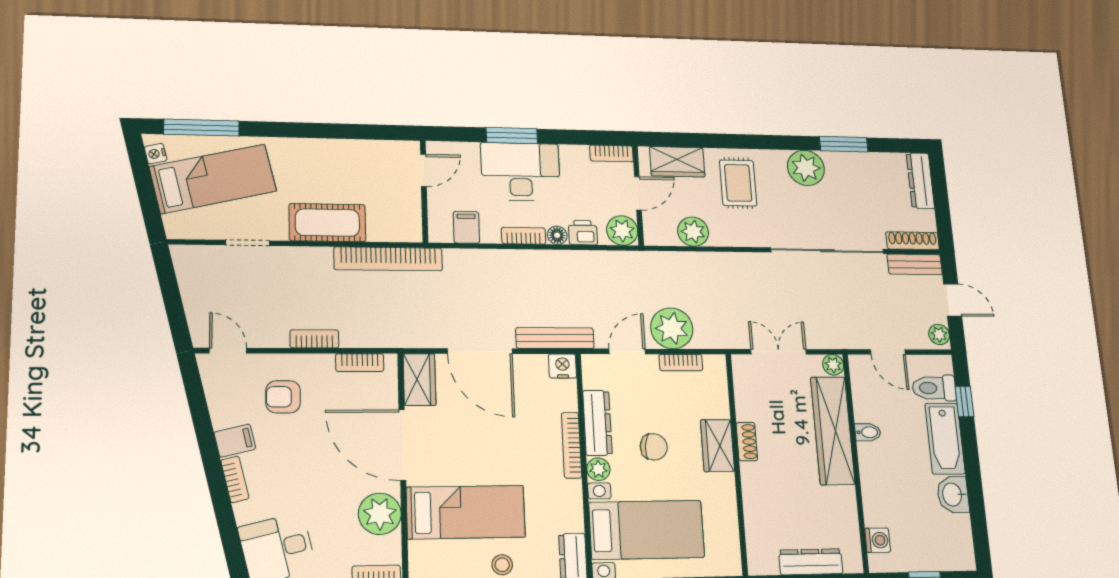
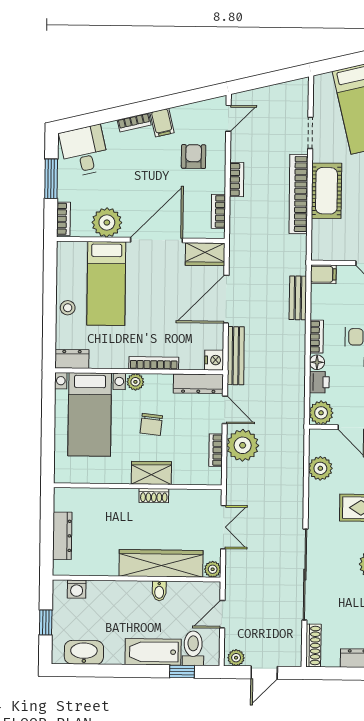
filing cabinet: (466, 227) -> (323, 274), moved
bookcase: (388, 259) -> (299, 194), moved
bench: (915, 264) -> (298, 298), moved
dresser: (597, 423) -> (198, 384), moved
washbasin: (953, 494) -> (84, 652), moved, width x1.38

